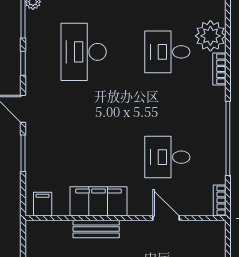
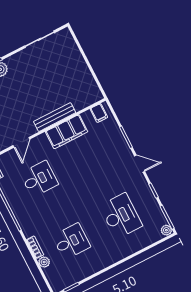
plant: (210, 36) -> (44, 262), width x0.53, depth x0.53
door: (166, 218) -> (21, 142), hinge flipped
bench: (96, 229) -> (55, 117), width x1.36

